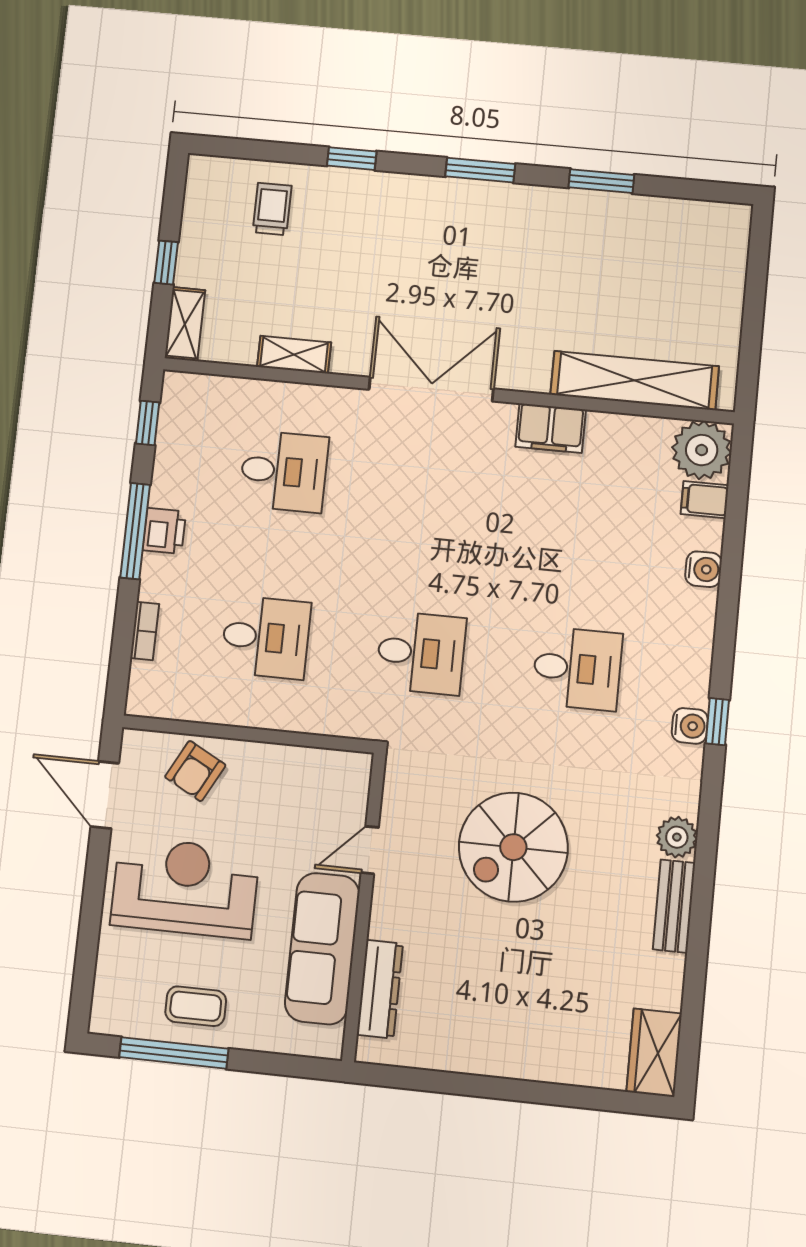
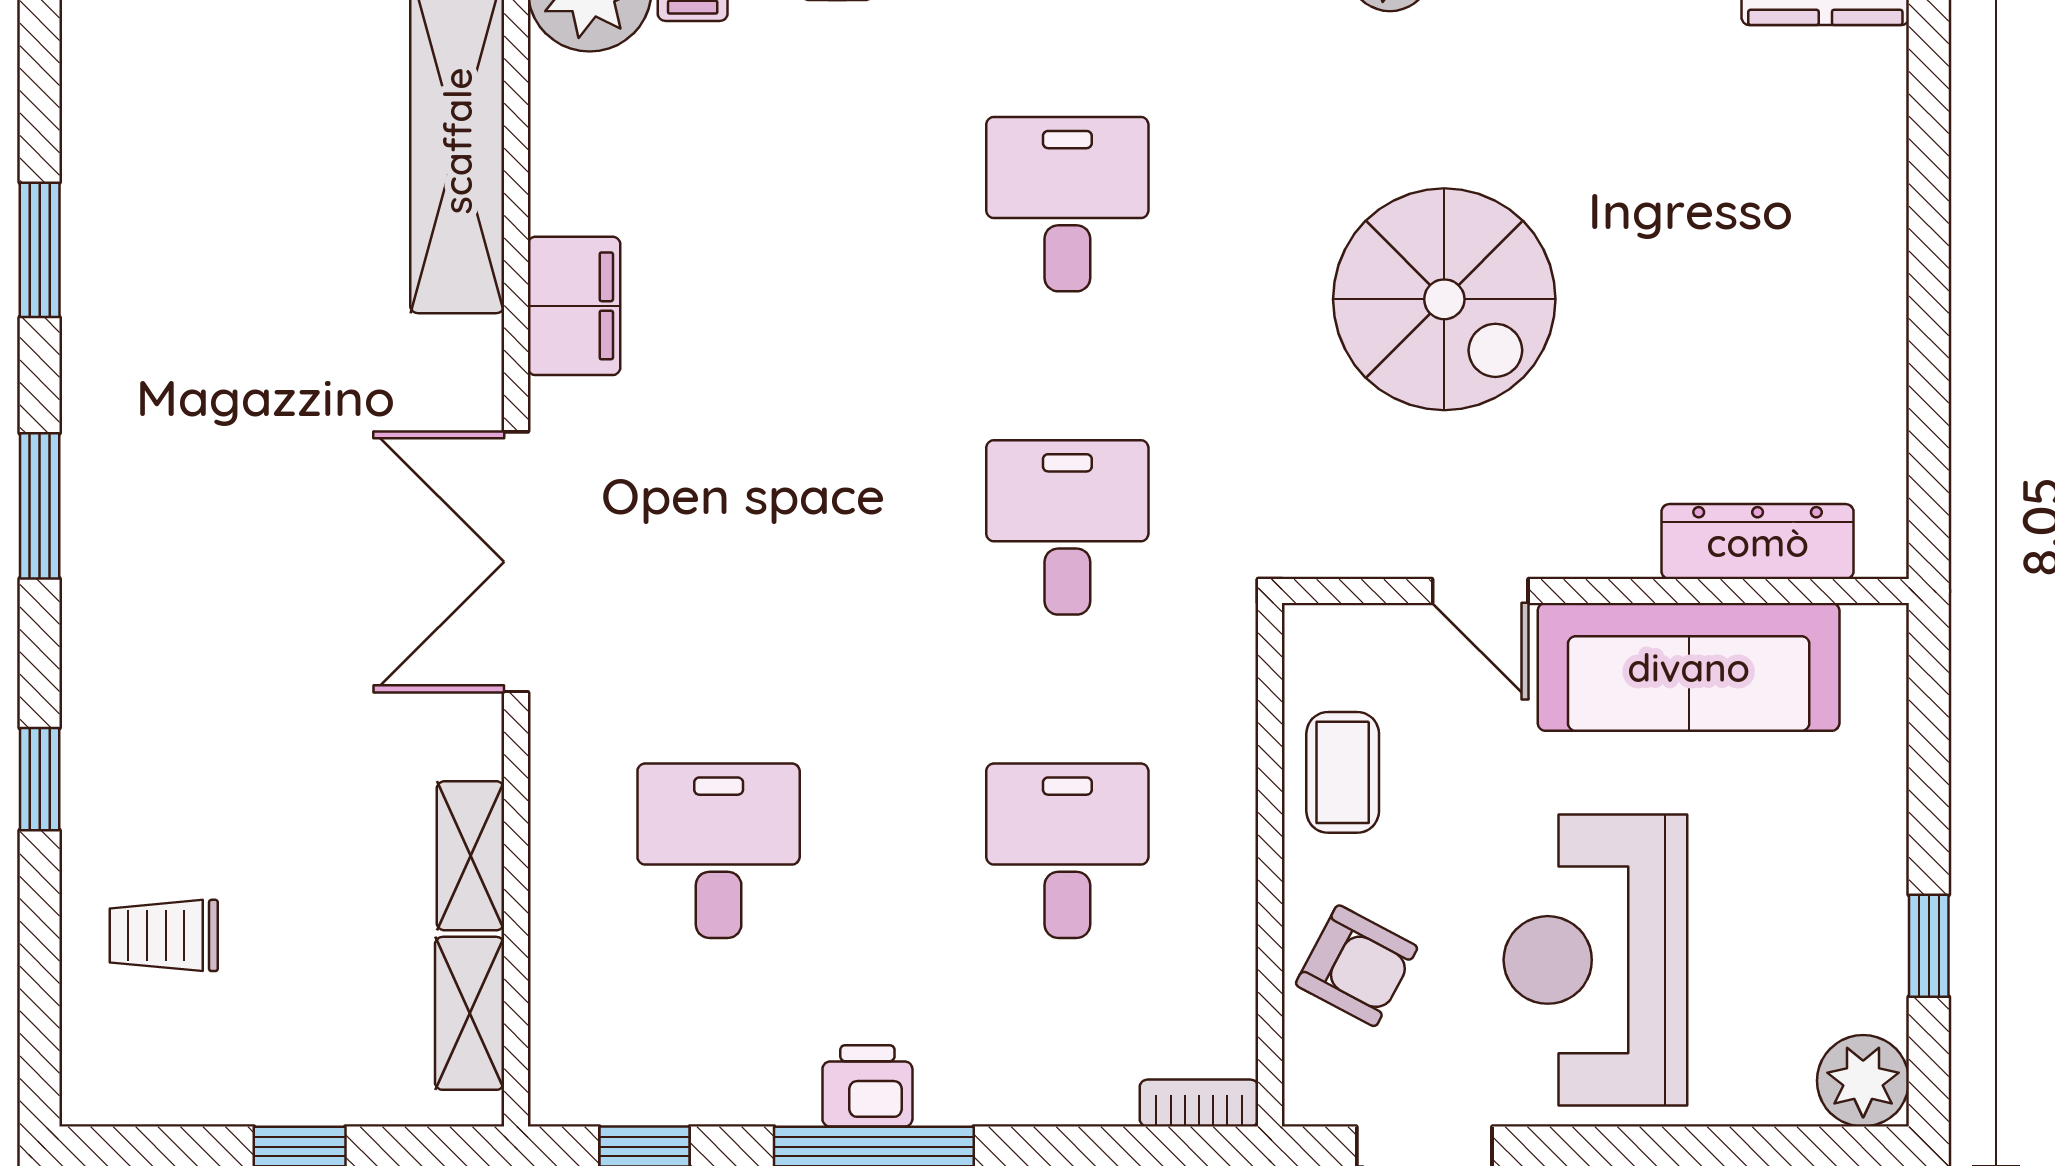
shelving: (185, 324) -> (470, 1013), moved, turned 90
bookcase: (145, 631) -> (1199, 1103), moved
coffee table: (196, 1006) -> (1343, 772), moved
plant: (112, 1013) -> (1863, 1081), added
window: (174, 1053) -> (1929, 946), width x0.46

